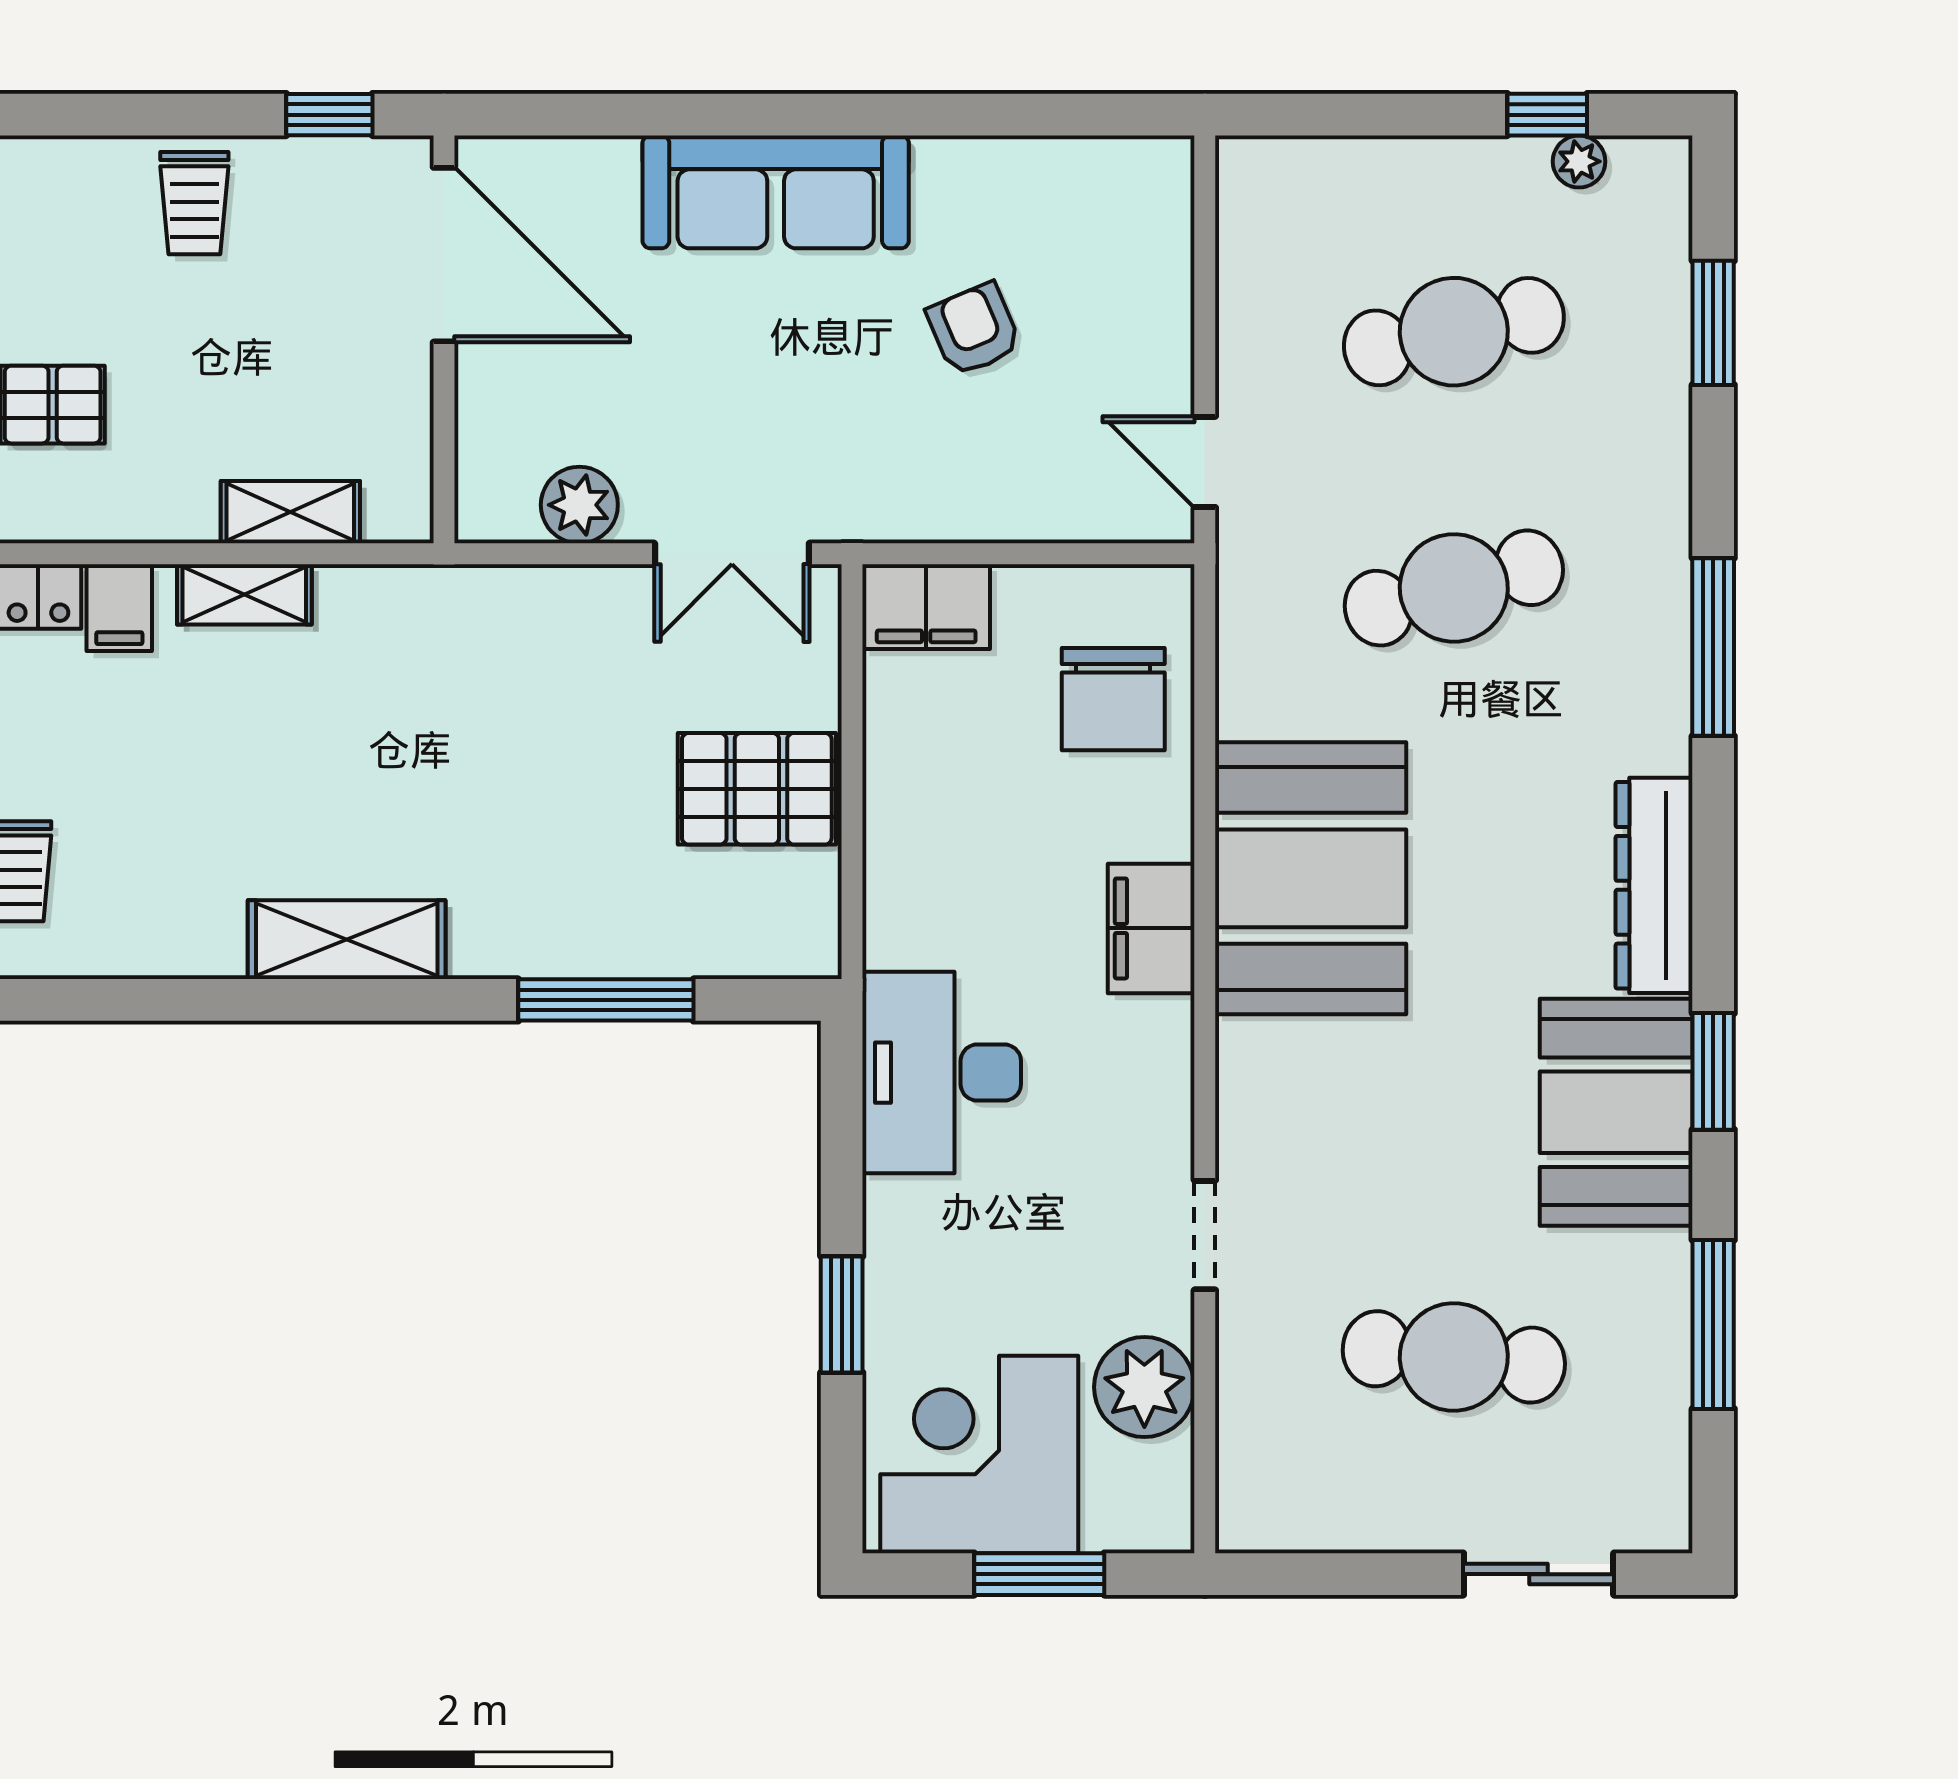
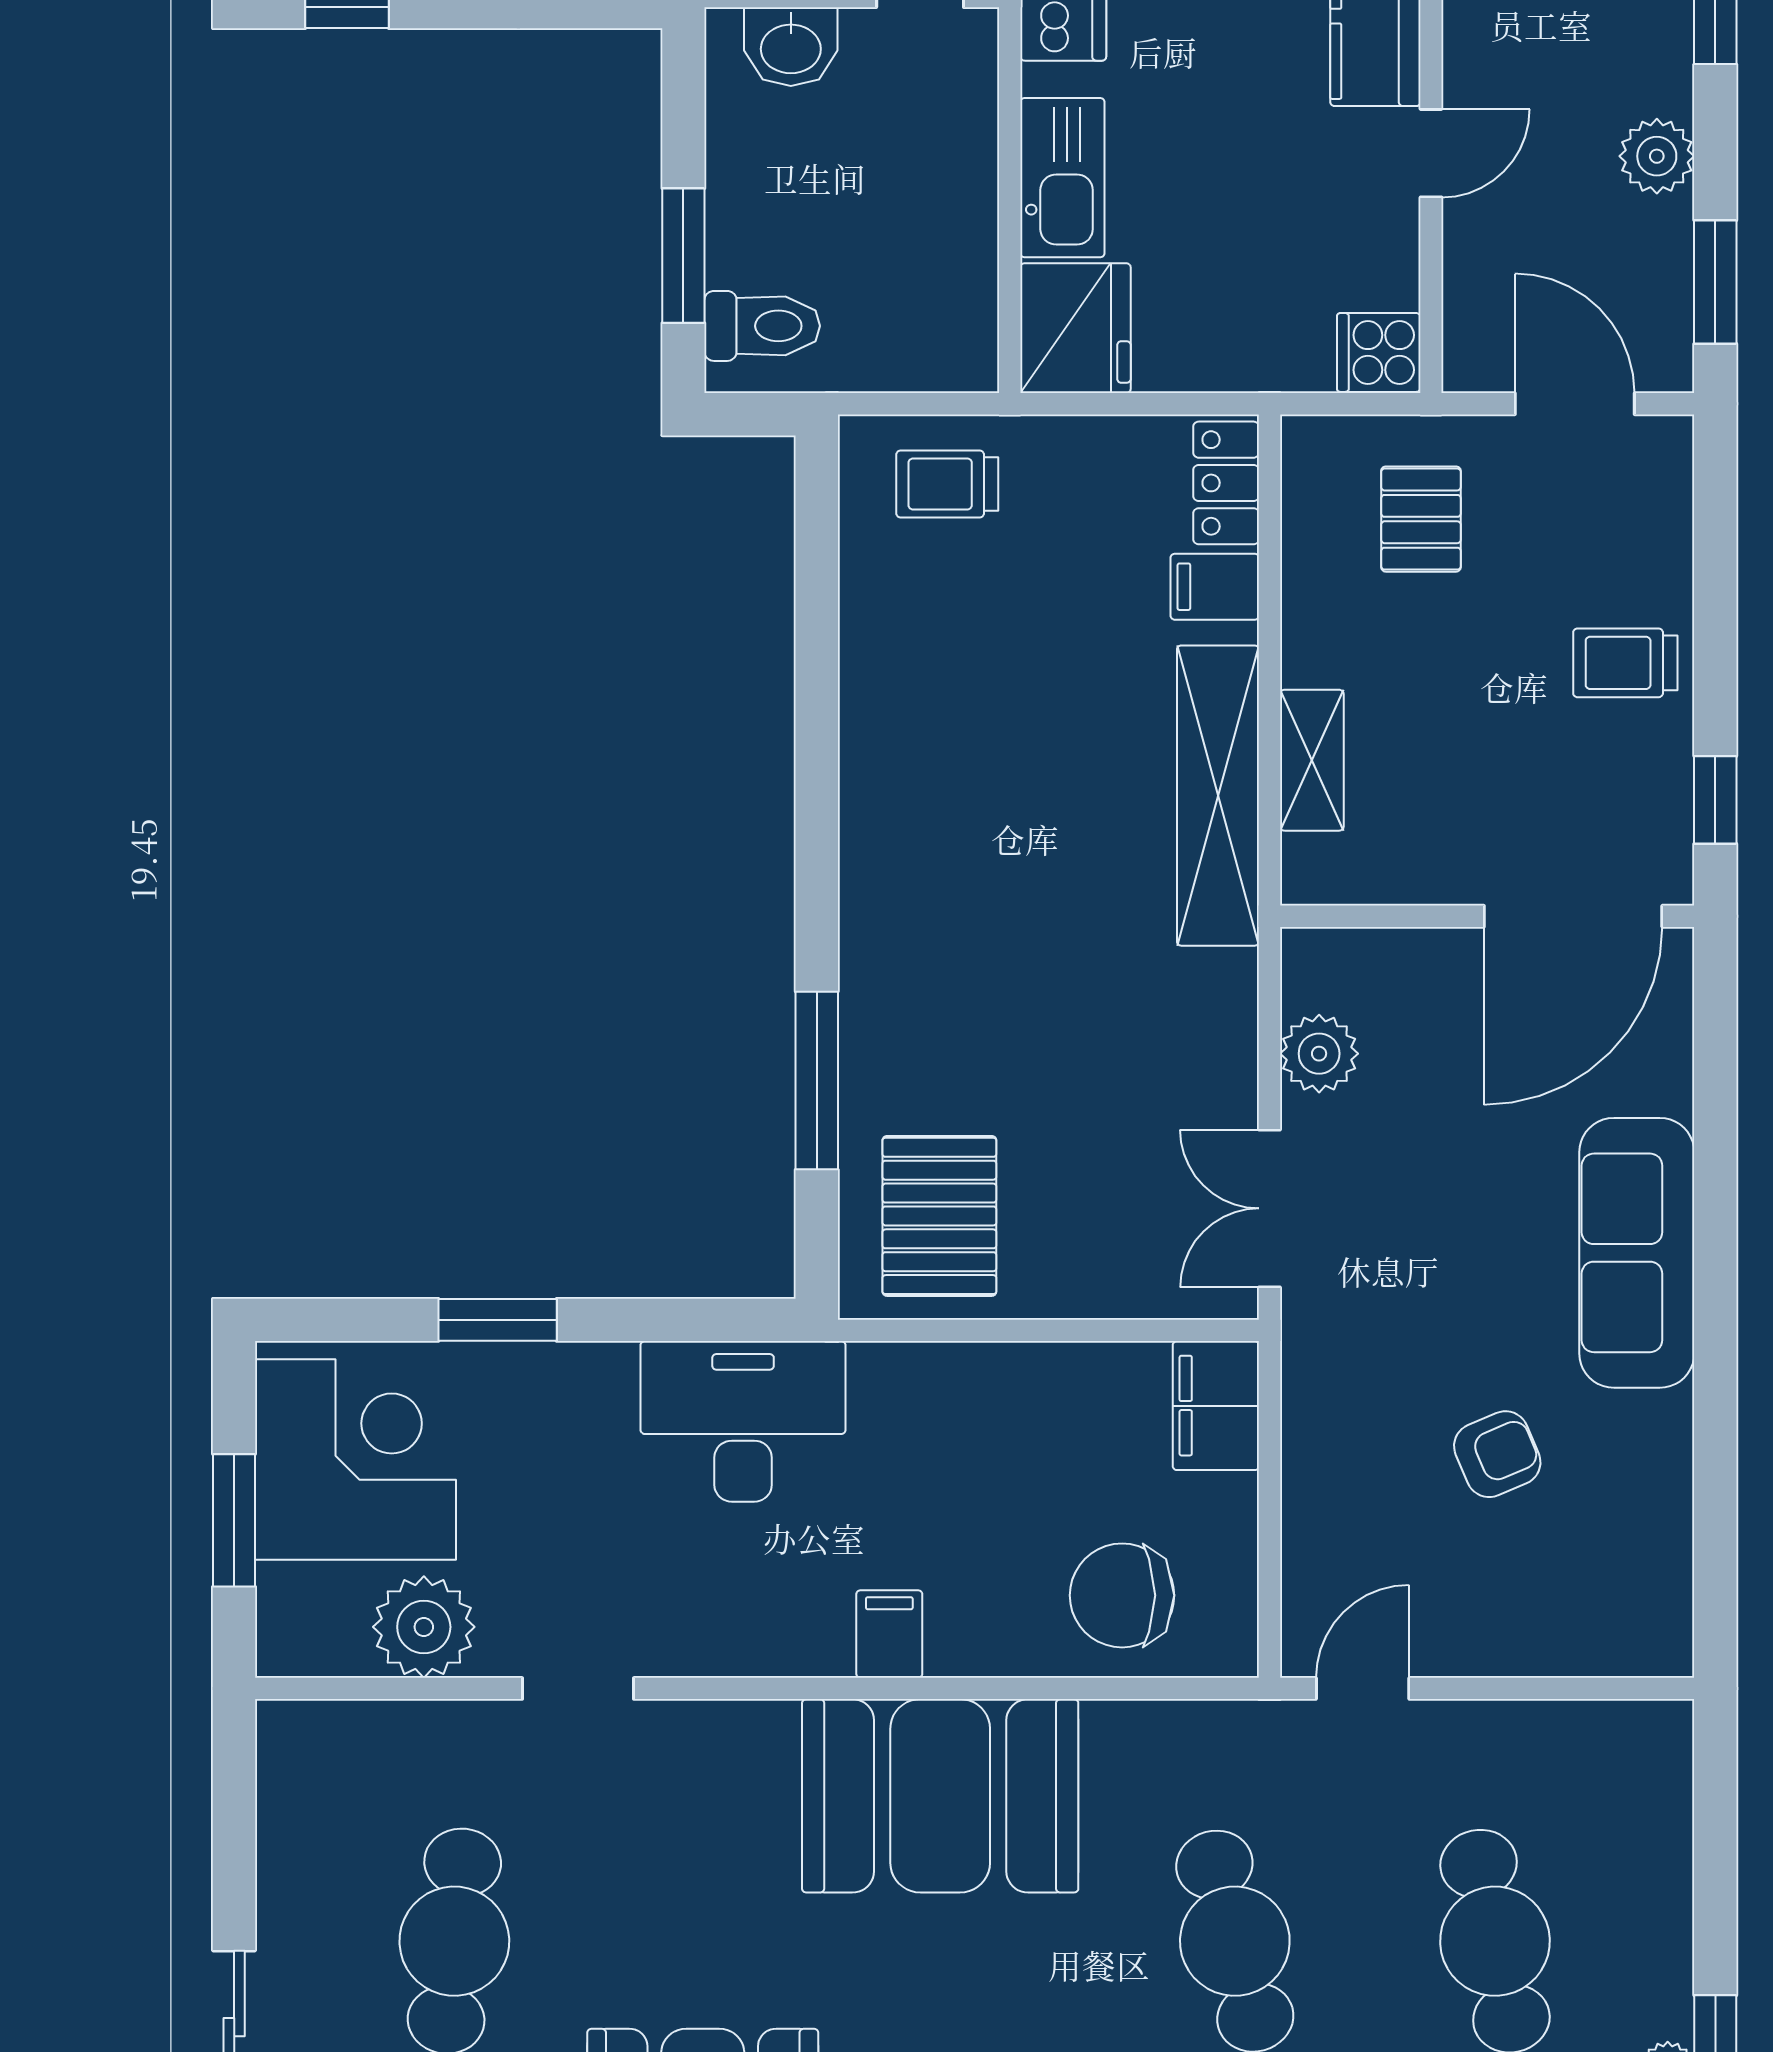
shelving: (244, 594) -> (1218, 796), width x2.20, depth x1.33
pallet: (757, 789) -> (939, 1216), moved
filing cabinet: (1151, 928) -> (889, 1634), width x0.50
shelving: (347, 940) -> (878, 818), removed

